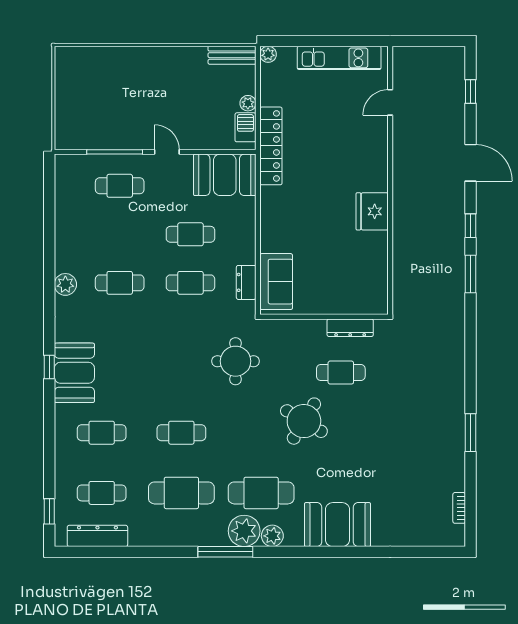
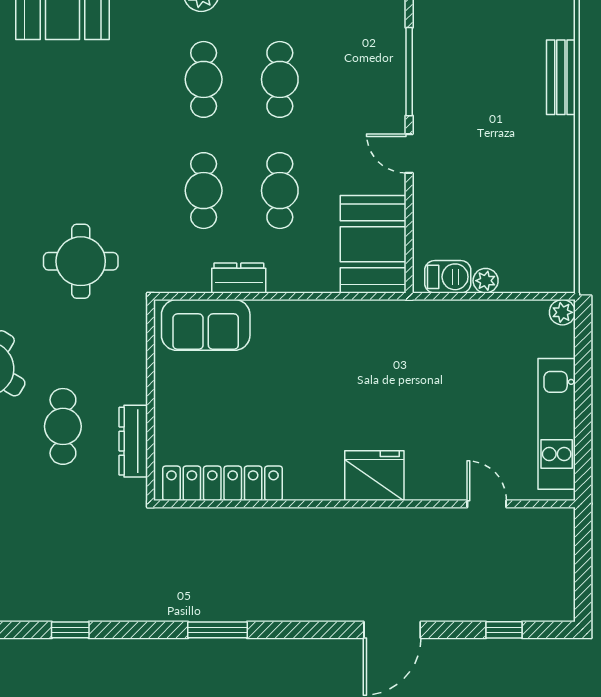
bench: (232, 55) -> (561, 77), moved
locker: (271, 146) -> (222, 483), moved, turned 180
door: (167, 152) -> (409, 153), swing flipped
cafe table: (120, 186) -> (280, 79), moved
fridge: (372, 211) -> (374, 476), moved
window: (470, 226) -> (70, 630), moved
dresser: (246, 282) -> (239, 278), moved

